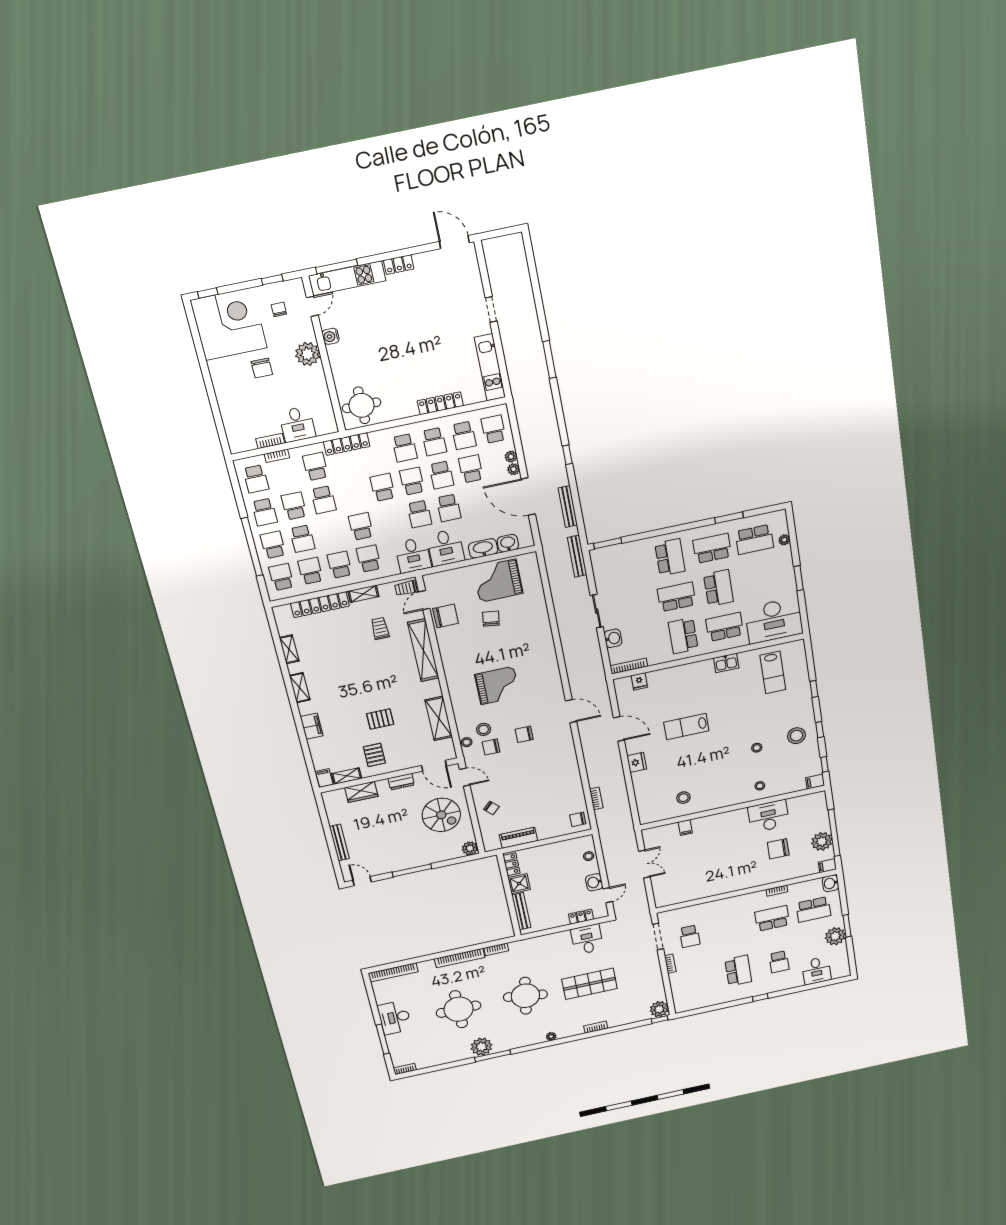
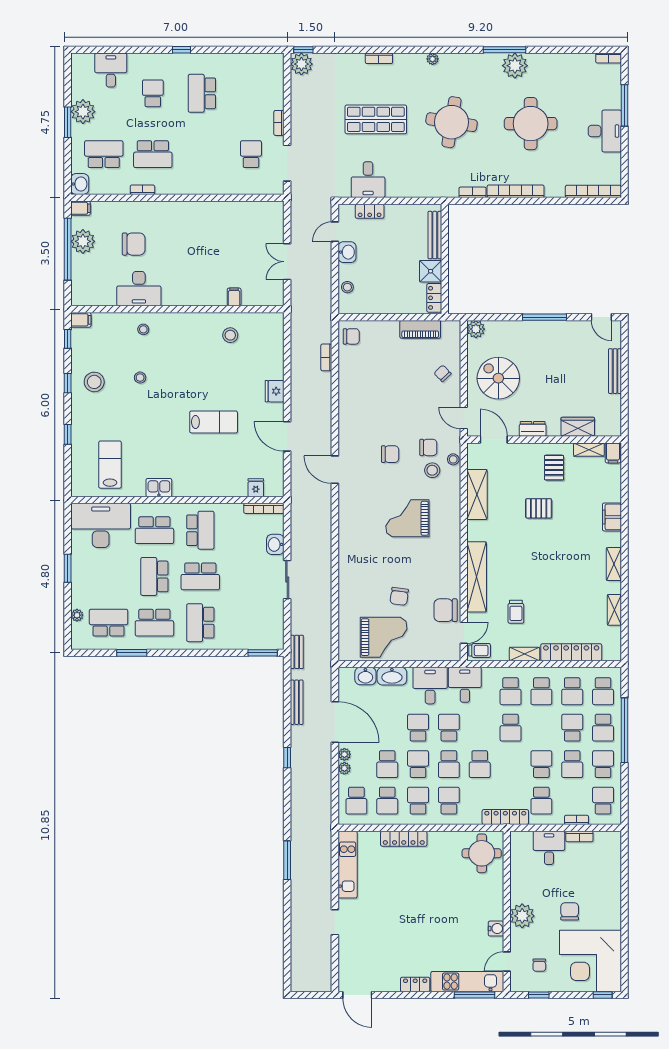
school desk: (464, 435) -> (387, 801), turned 180
bench: (577, 556) -> (297, 652), width x0.73

